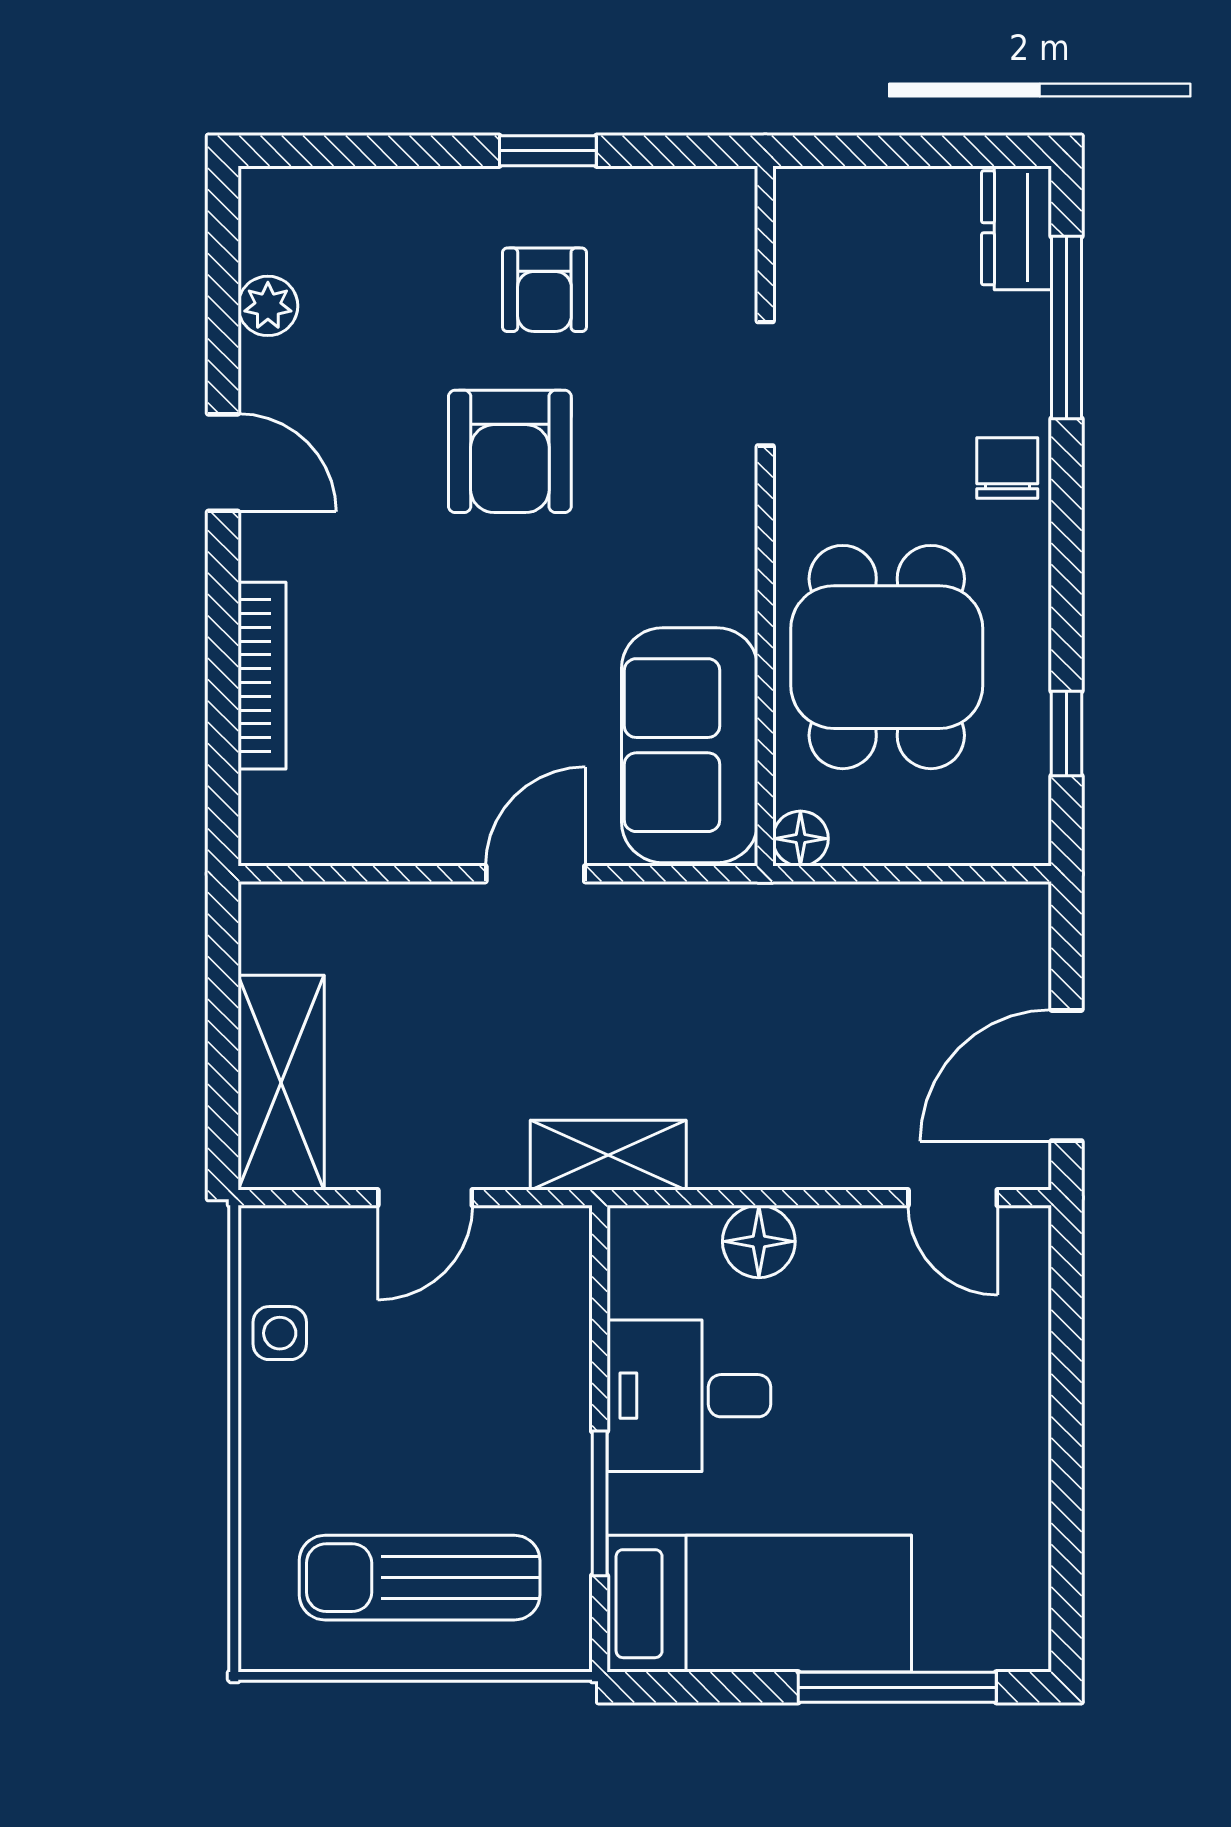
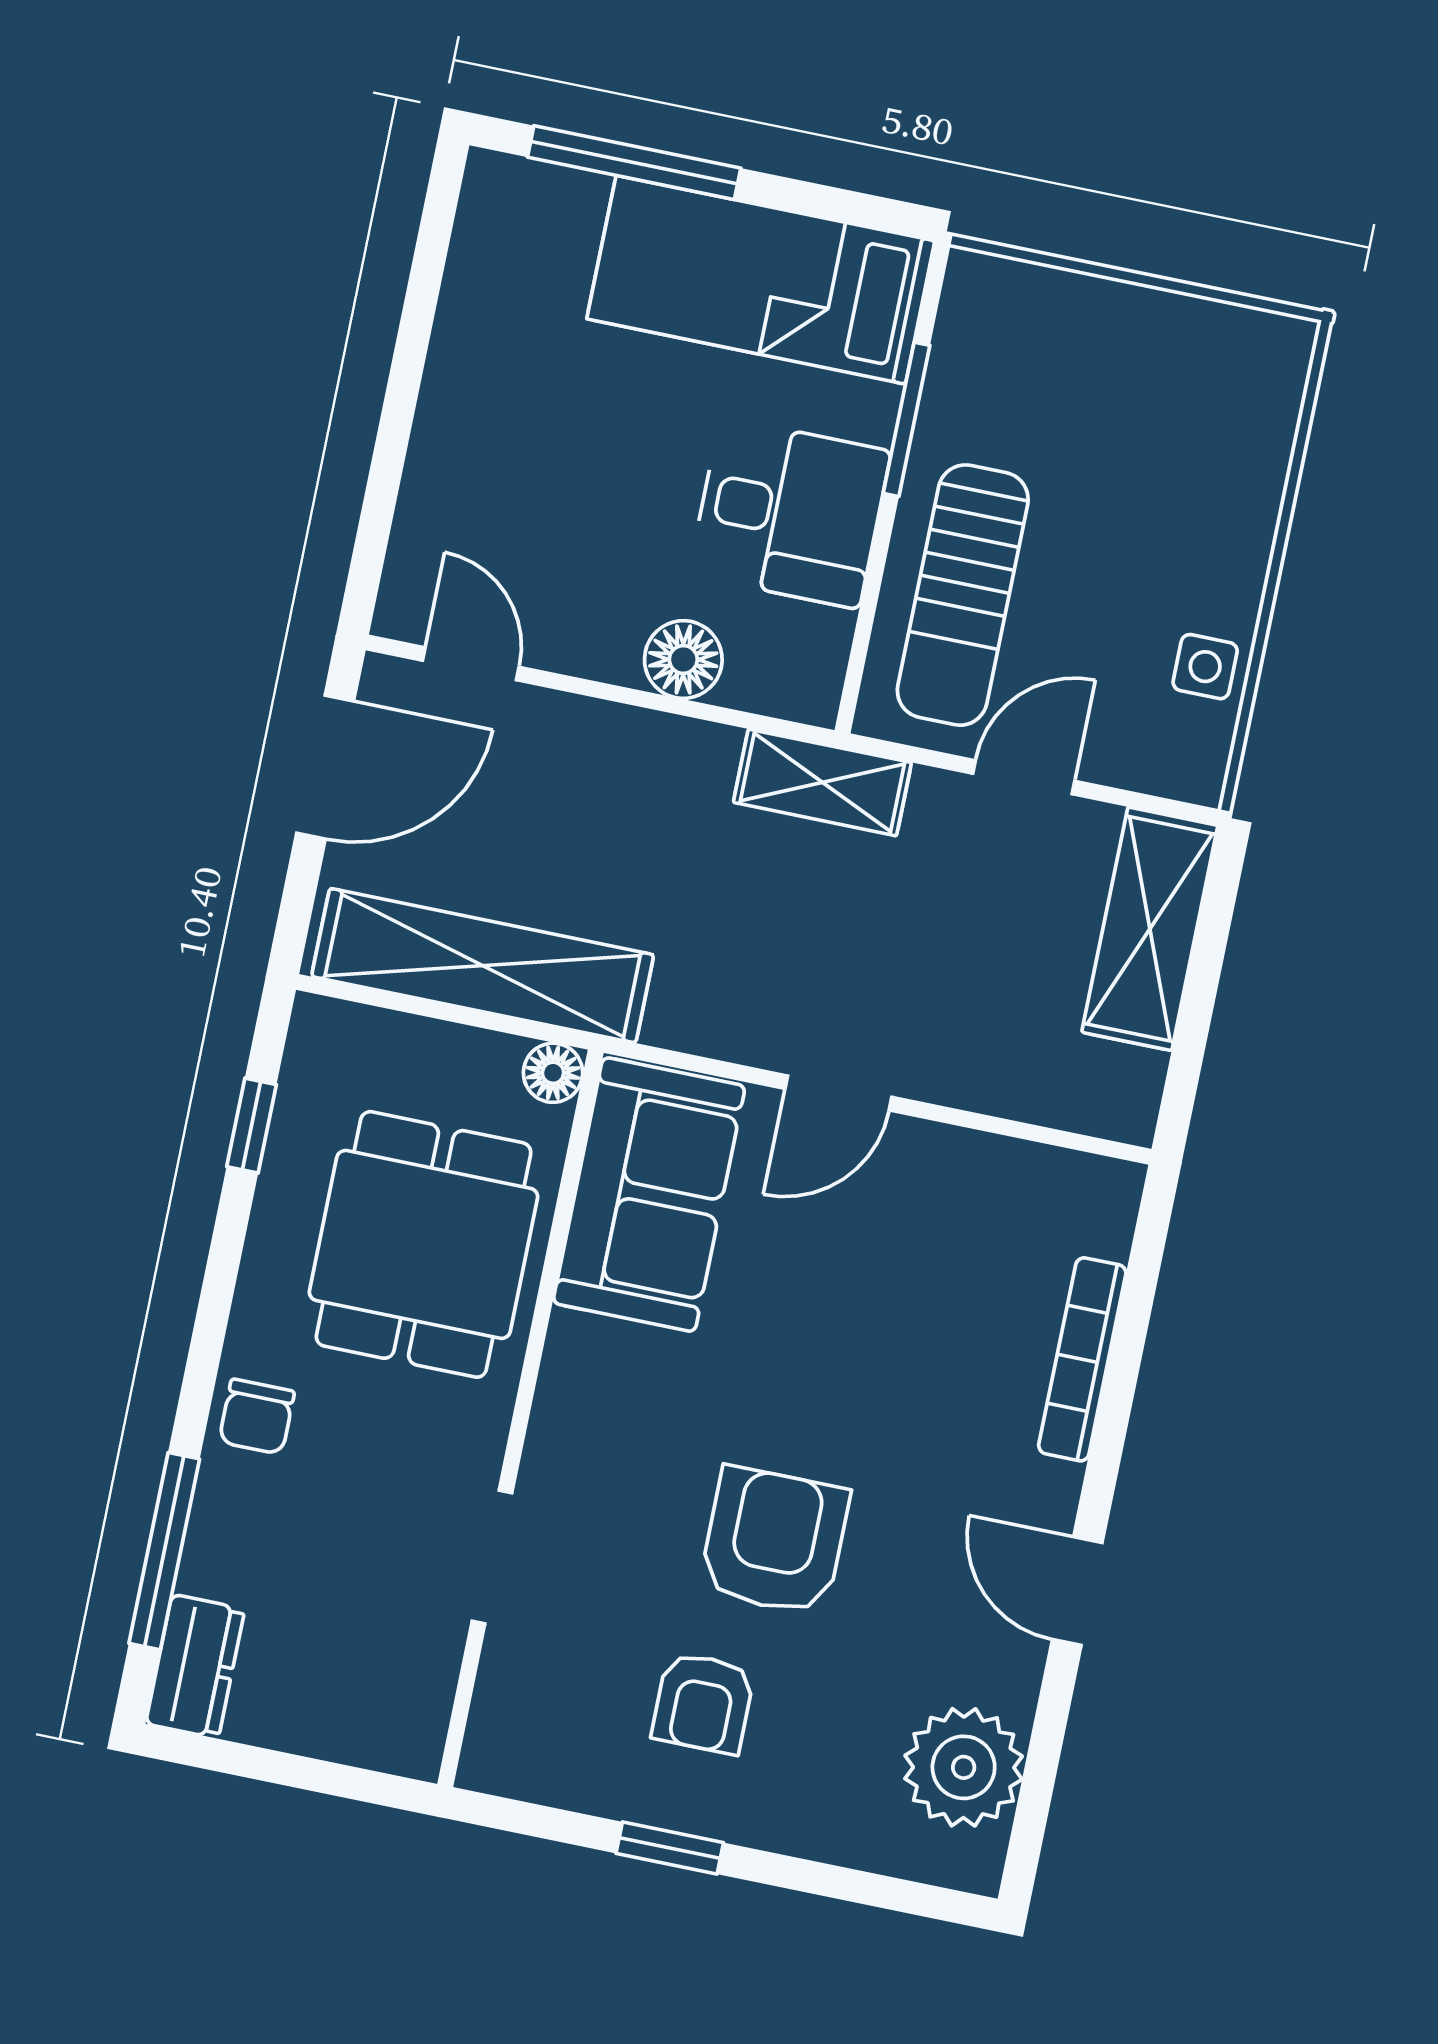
armchair: (544, 290) -> (703, 1703), turned 180
plant: (268, 306) -> (964, 1767), width x1.88, depth x1.88
shelving: (885, 924) -> (483, 966), added
sun lounger: (420, 1578) -> (963, 595), moved, turned 90

